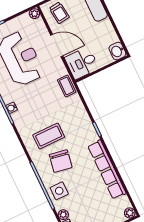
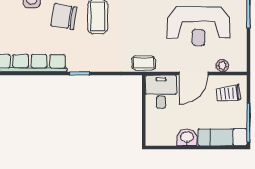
plant: (34, 14) -> (222, 66), moved
washbasin: (117, 51) -> (187, 137), moved

